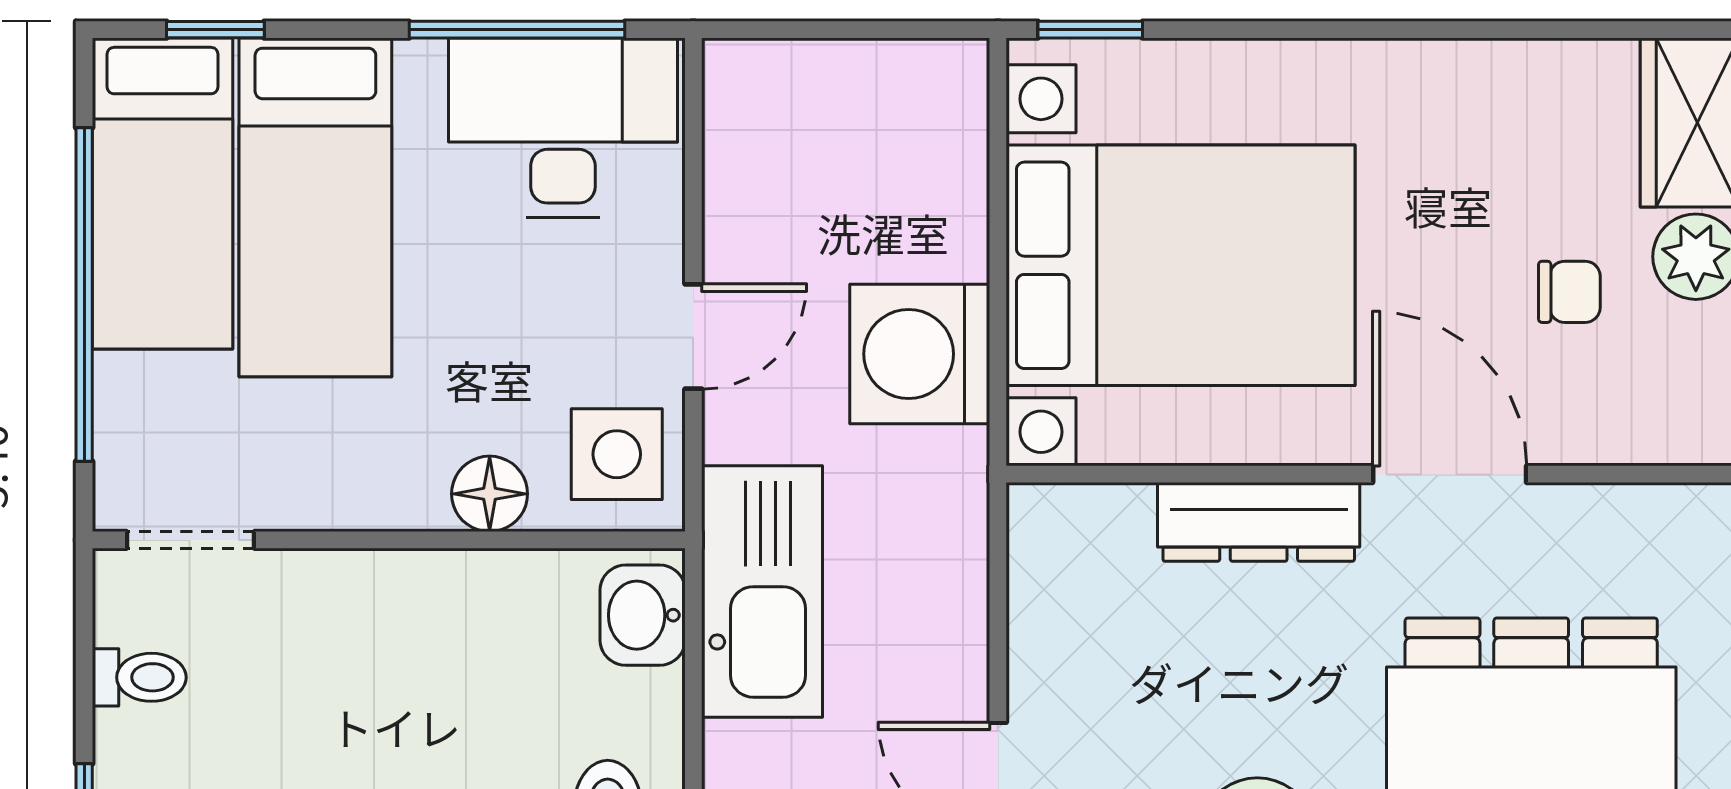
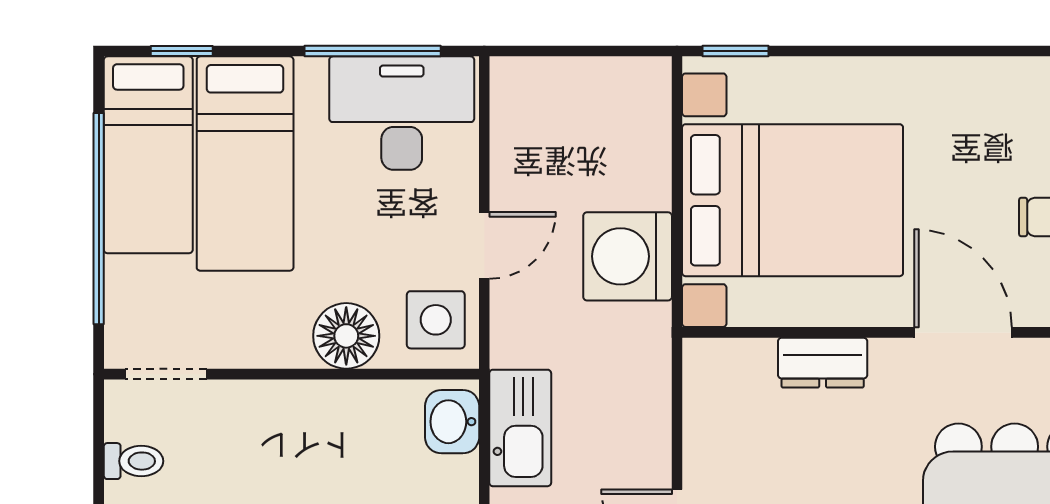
floor lamp: (490, 494) -> (346, 336), width x1.38, depth x1.38
dresser: (1259, 522) -> (823, 363), width x0.70
kitchen sink: (762, 592) -> (520, 428), width x0.73, depth x0.81

